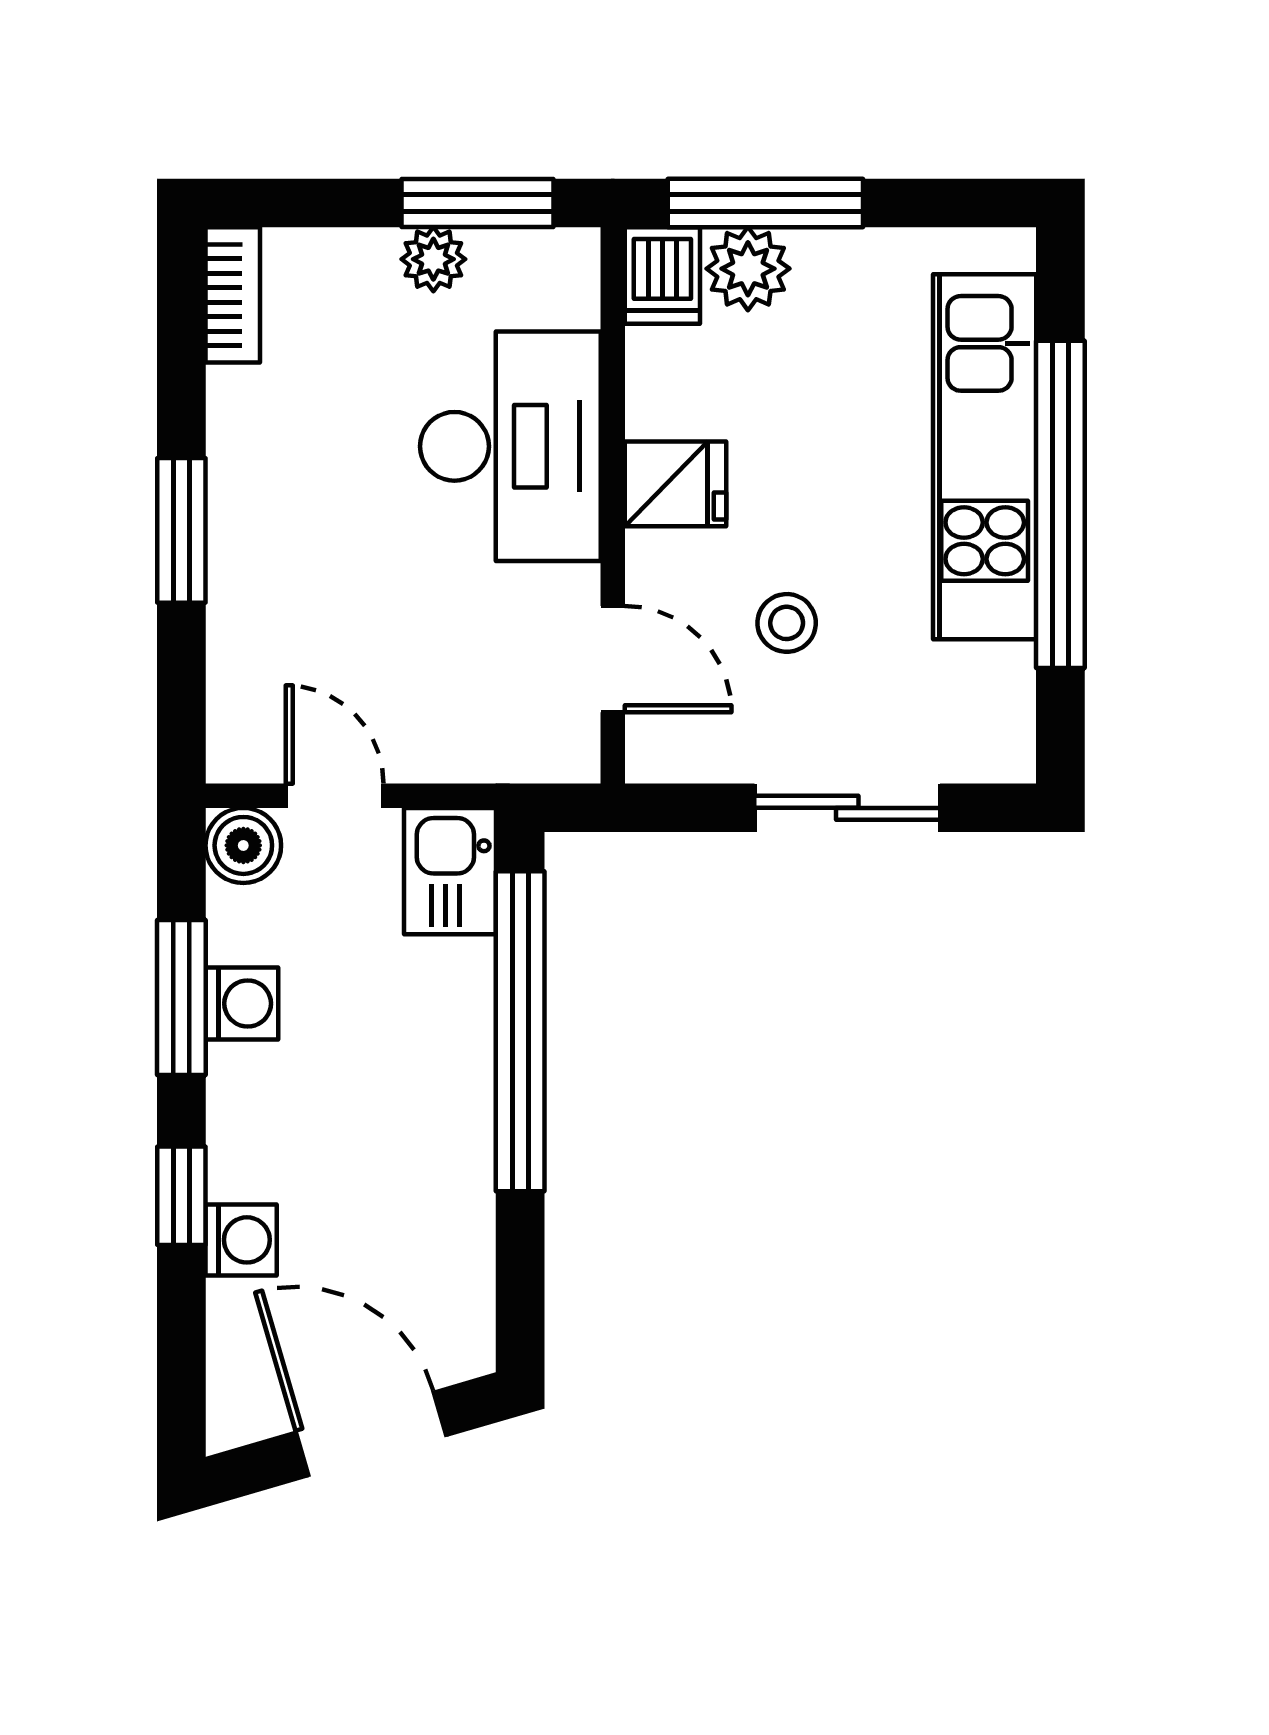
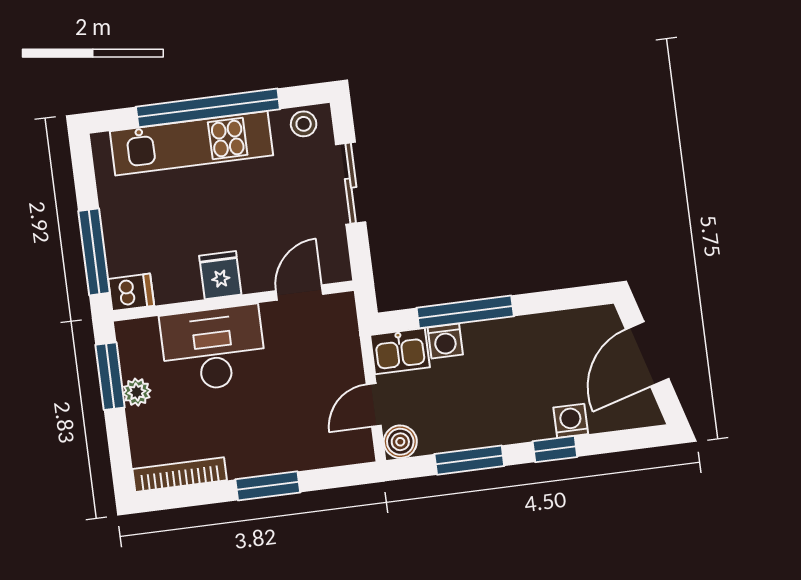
plant: (748, 269) -> (123, 256), removed
bookcase: (233, 295) -> (180, 475), width x1.56
stool: (787, 623) -> (304, 124), moved
washing machine: (242, 1003) -> (445, 341), moved, turned 180
window: (520, 1031) -> (465, 312), width x0.68

